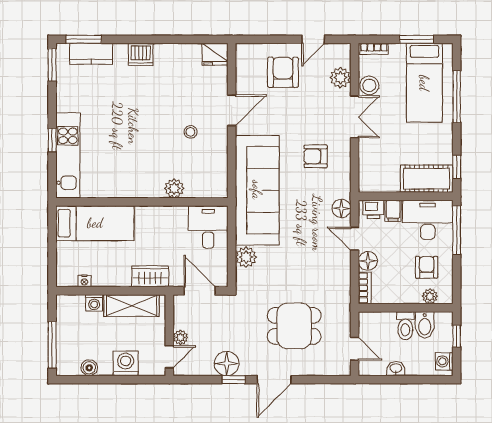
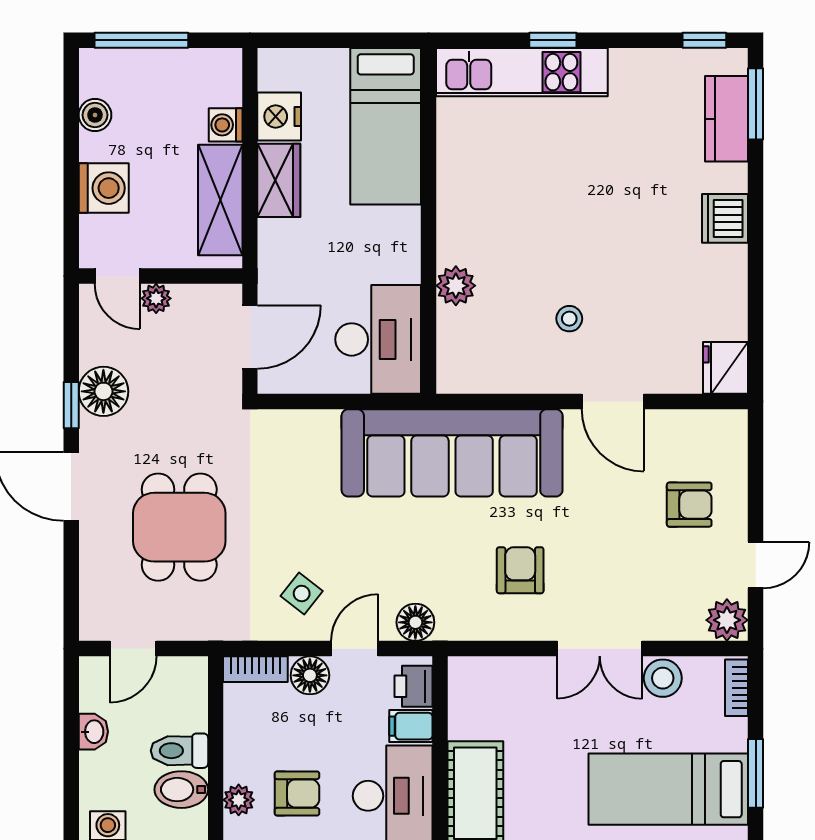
door: (313, 39) -> (756, 565), swing flipped
window: (52, 65) -> (704, 40), width x0.67
armchair: (283, 72) -> (689, 505), width x0.72, depth x0.72
plant: (340, 78) -> (727, 620), moved
desk: (208, 227) -> (378, 339), width x1.37
plant: (246, 257) -> (317, 430), removed
side table: (327, 265) -> (302, 594), added
wardrobe: (150, 276) -> (279, 180), moved
nightstand: (84, 281) -> (279, 116), width x1.89, depth x1.79

